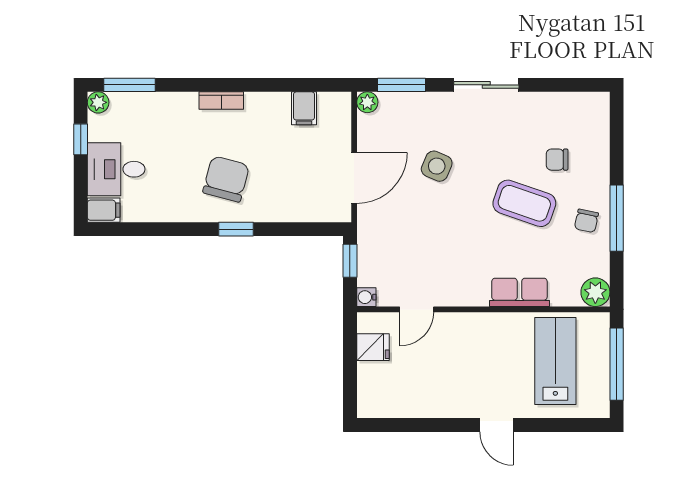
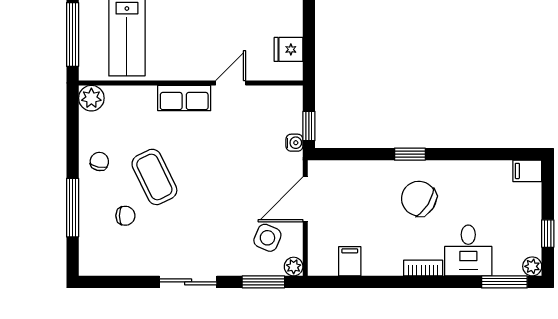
side table: (437, 166) -> (267, 238), moved
desk: (116, 169) -> (468, 250), moved, turned 90
chair: (226, 179) -> (419, 199), turned 107
coffee table: (524, 203) -> (154, 177), turned 45
window: (617, 218) -> (73, 208), moved
row of seats: (519, 292) -> (184, 98), moved
water cooler: (366, 297) -> (294, 143), moved
door: (417, 309) -> (231, 83), moved

